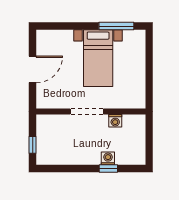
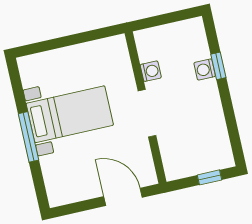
window: (116, 26) -> (28, 137), moved
door: (33, 69) -> (123, 197), moved

